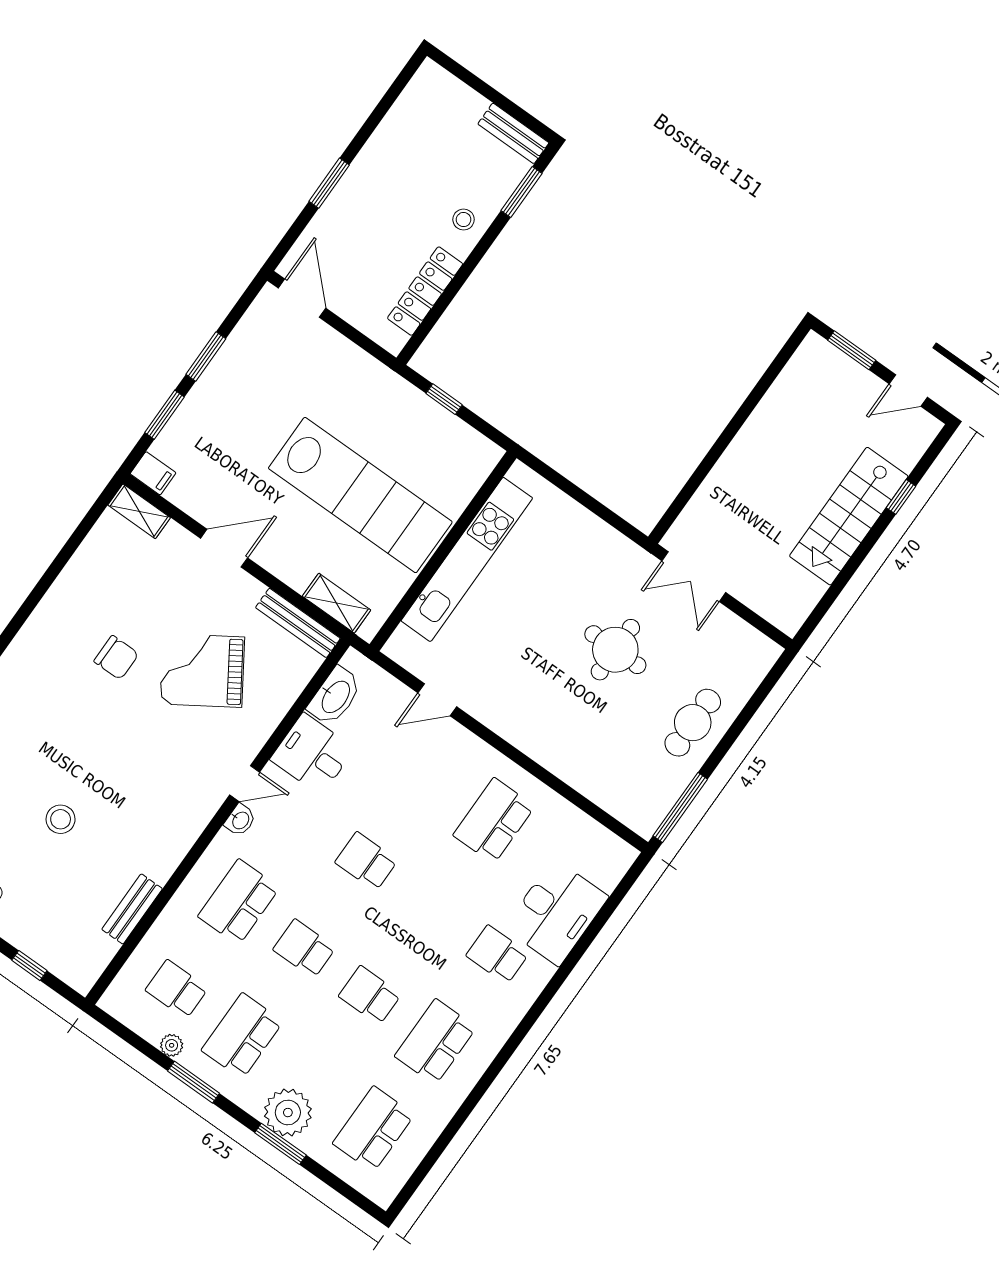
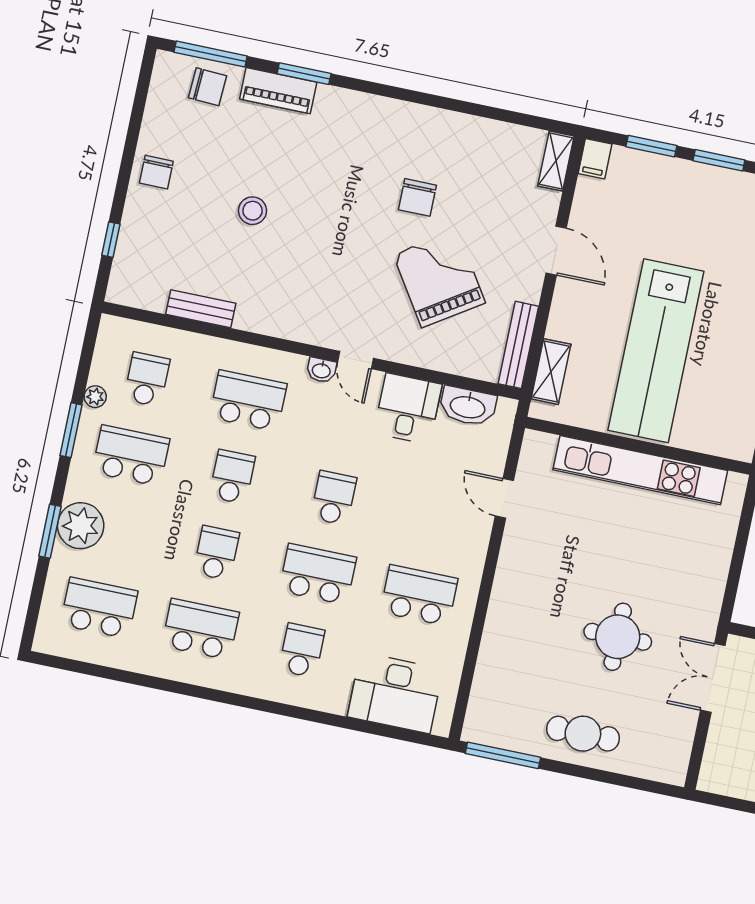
school desk: (432, 908) -> (318, 574), added
desk: (556, 912) -> (395, 693), moved

